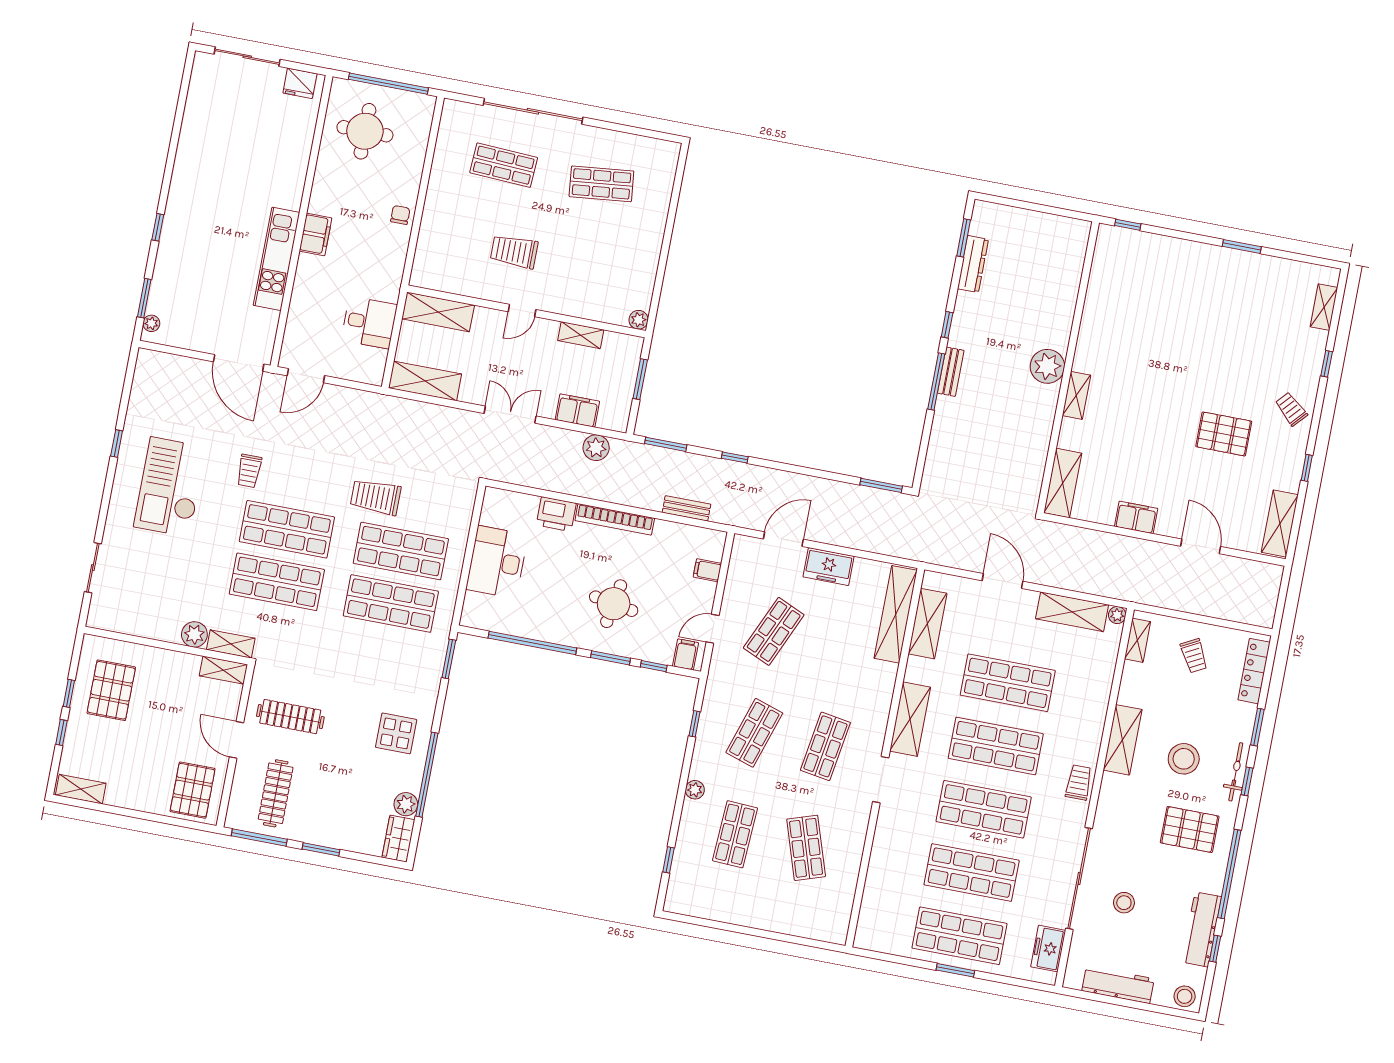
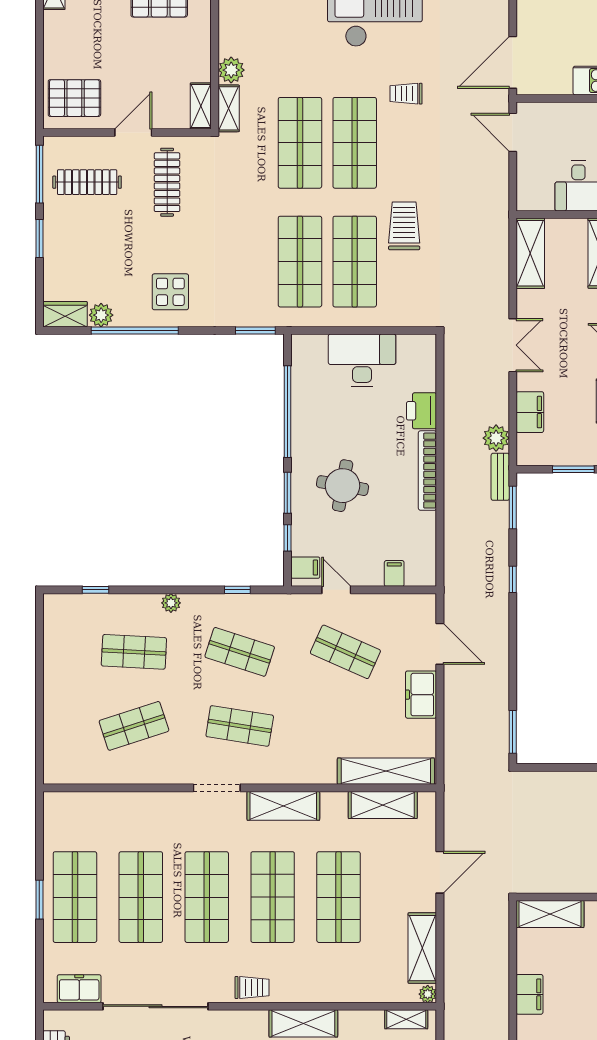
bench: (686, 508) -> (500, 477), moved

